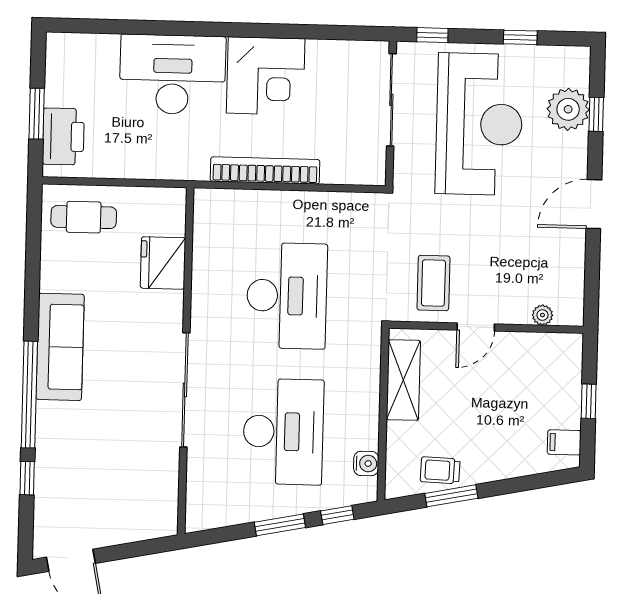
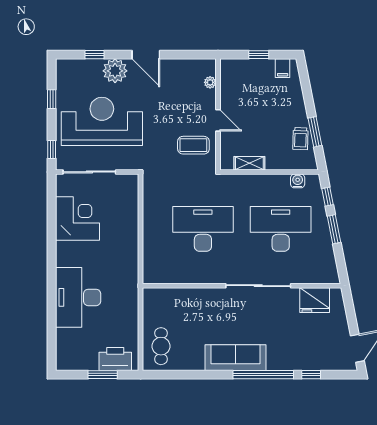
corner desk: (266, 76) -> (78, 218), moved
plant: (568, 109) -> (115, 71), moved
bookcase: (265, 170) -> (132, 243), removed
fridge: (163, 263) -> (315, 300), moved
shelving: (403, 380) -> (249, 163), width x0.67, depth x0.75

